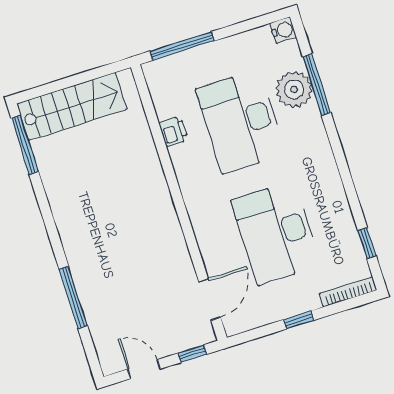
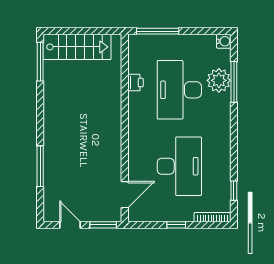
desk: (276, 233) -> (179, 166), turned 180
window: (192, 354) -> (103, 225), width x1.50

